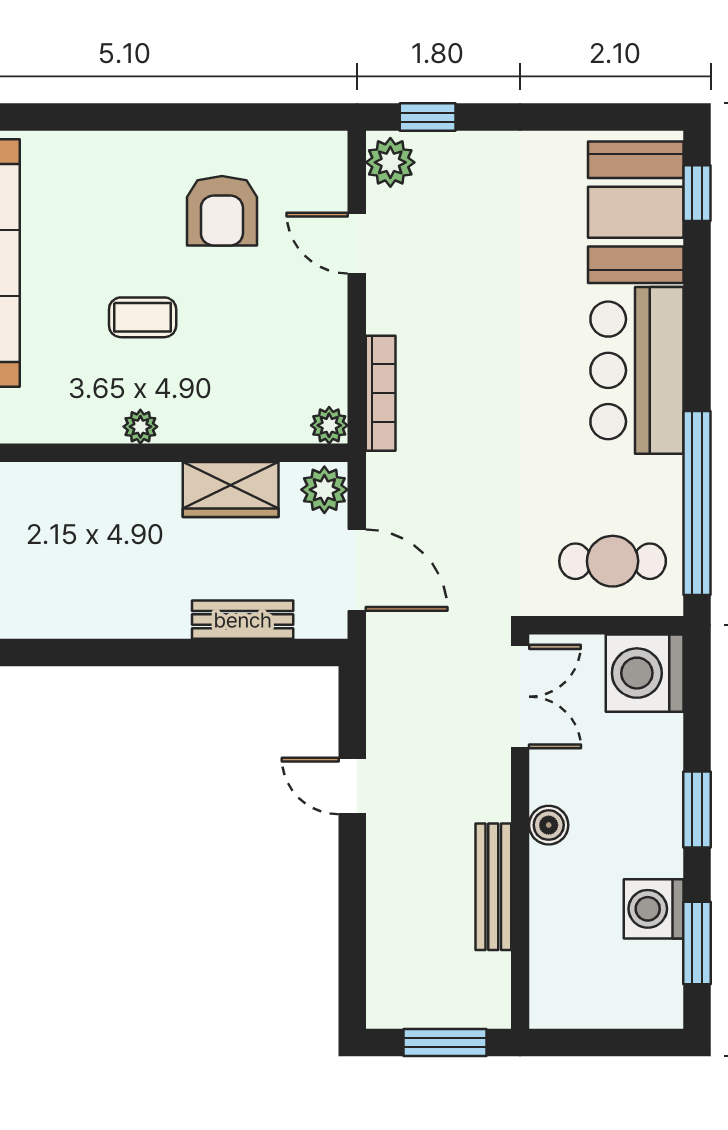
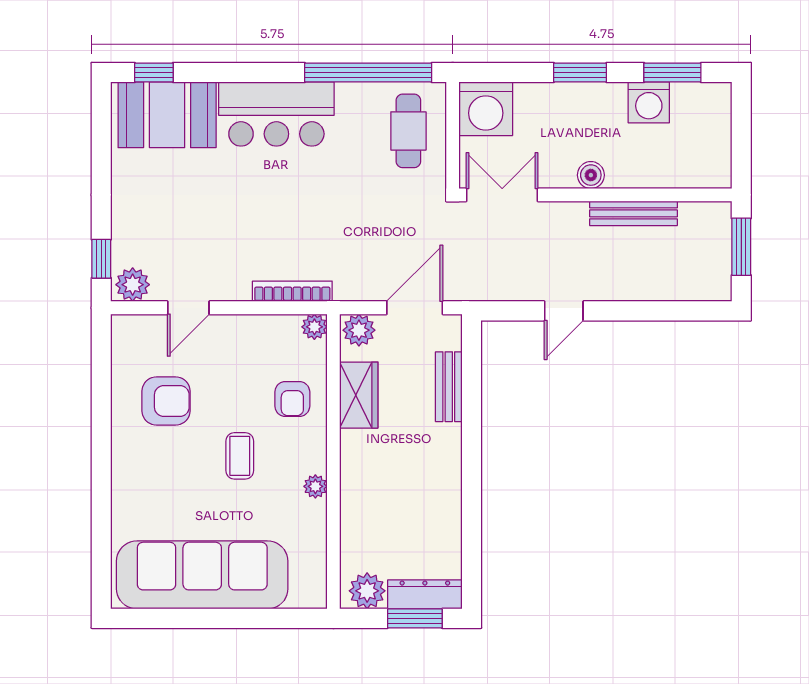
armchair: (225, 393) -> (292, 399), added
plant: (140, 427) -> (315, 486), moved

